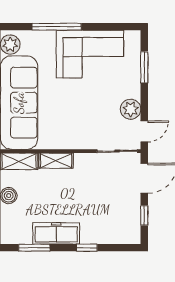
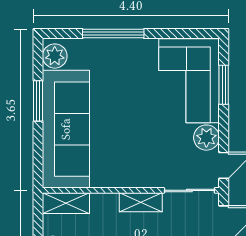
corner sofa: (90, 54) -> (189, 81), moved, turned 90
shelving: (56, 161) -> (141, 202), moved

